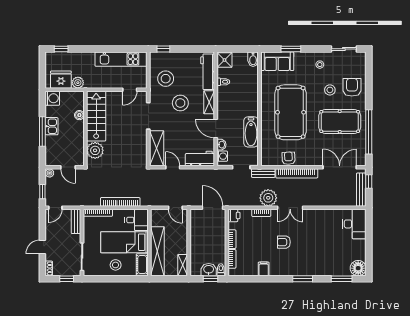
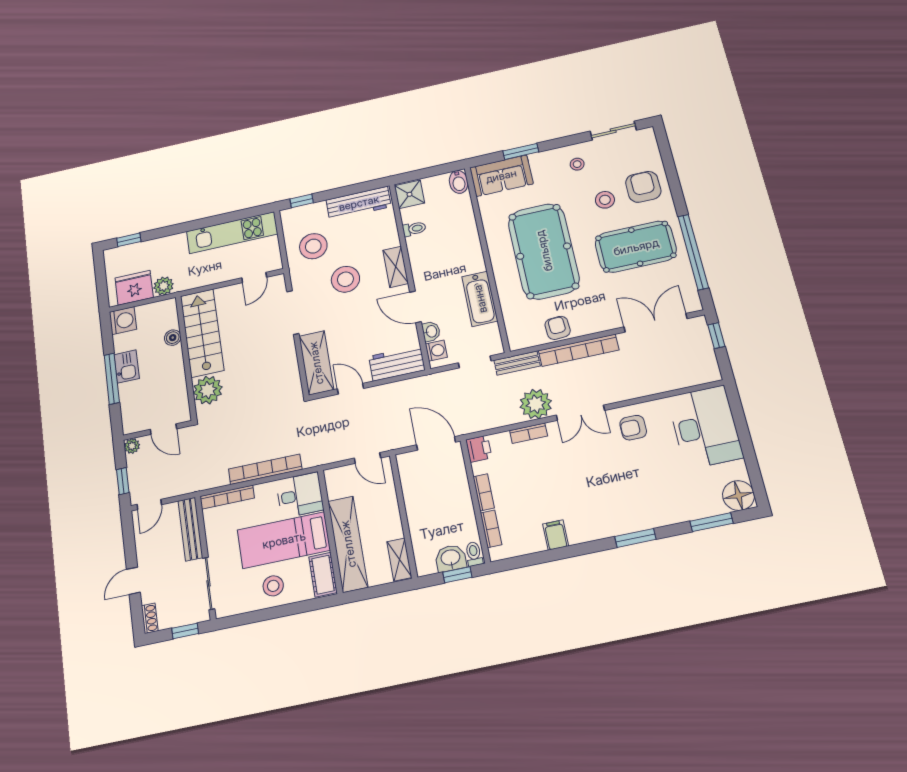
workbench: (208, 72) -> (359, 203), moved, turned -90
bench: (361, 190) -> (706, 352), removed
bench: (76, 221) -> (190, 529), width x1.36
desk: (354, 224) -> (705, 427), width x1.36, depth x1.30
armchair: (284, 242) -> (633, 428), moved

